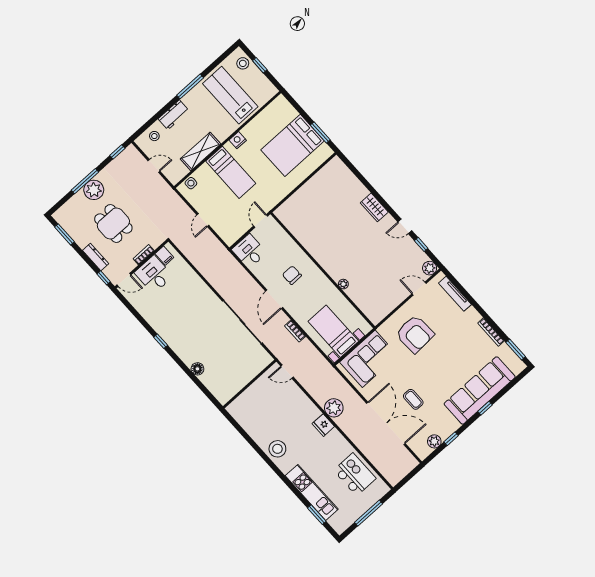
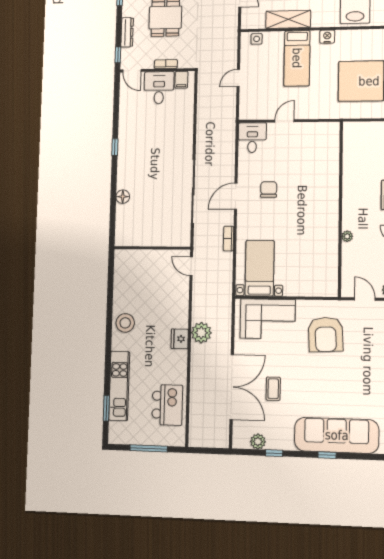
wall: (323, 270) -> (340, 209), moved
plant: (343, 284) -> (347, 236), moved

